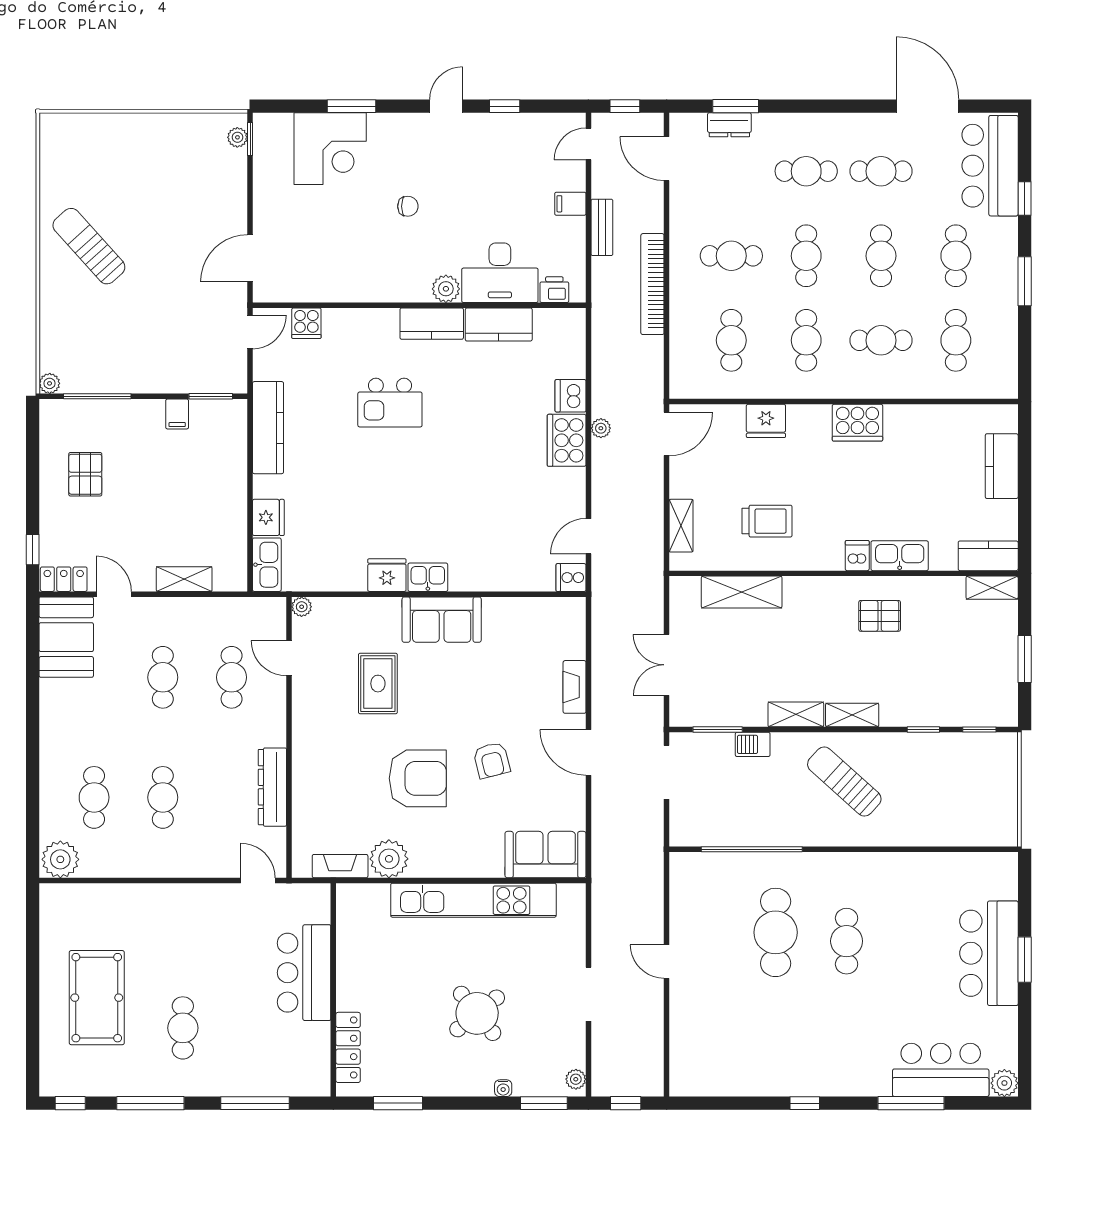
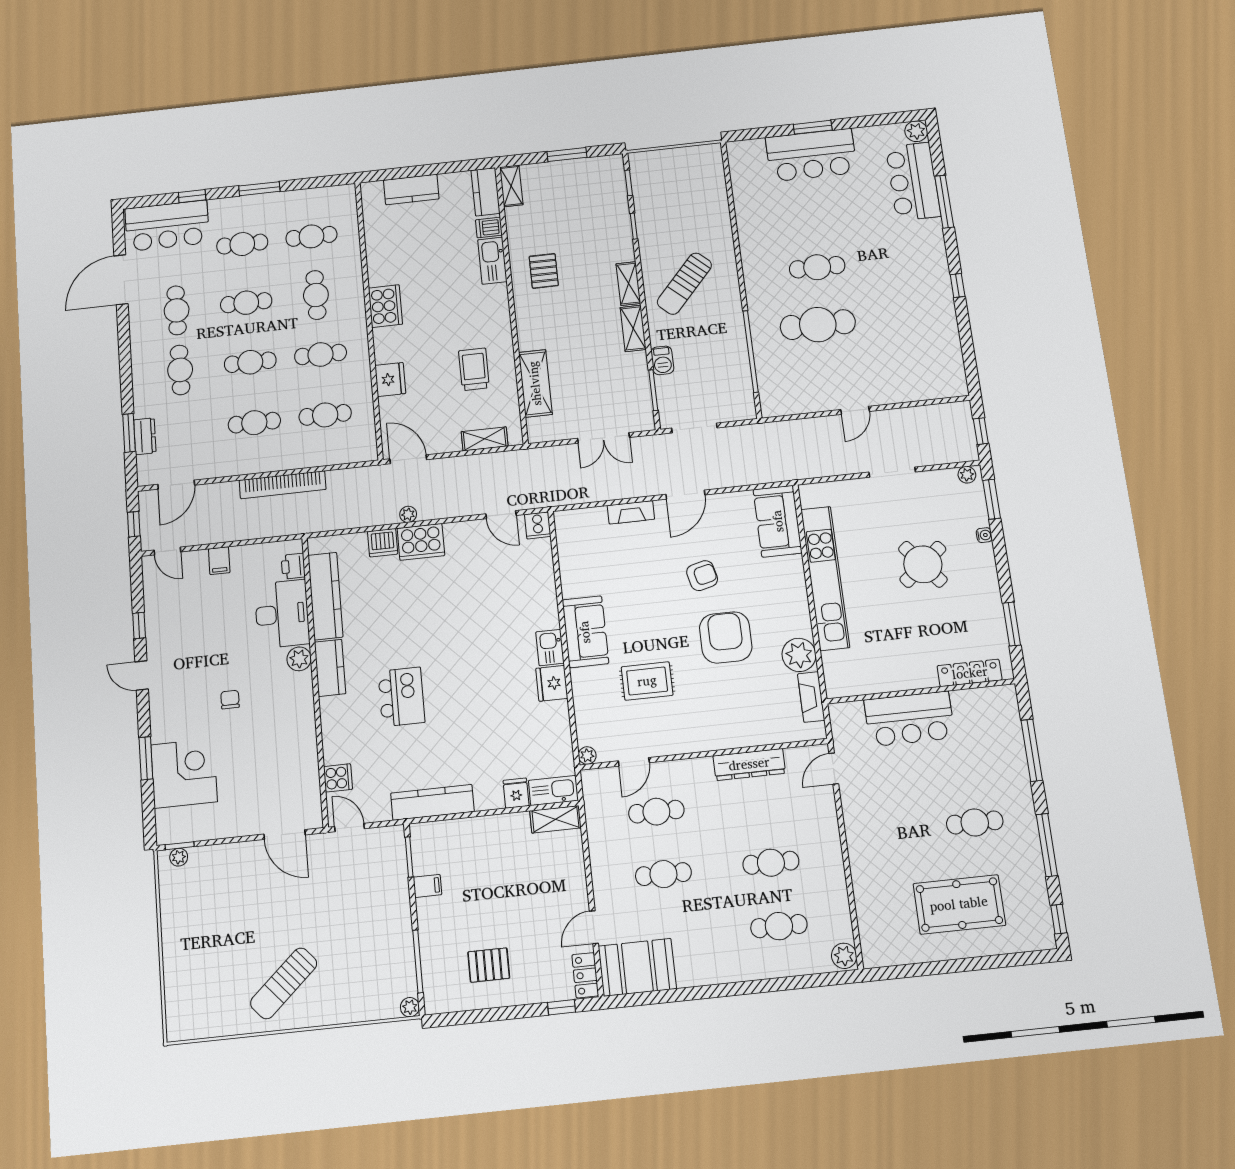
bench: (602, 227) -> (238, 532), removed
cafe table: (731, 256) -> (254, 423), turned 90
kitchen counter: (499, 324) -> (325, 596), width x1.50
fridge: (268, 517) -> (516, 793), width x0.72
dishwasher: (857, 556) -> (489, 227), moved
shelving: (184, 579) -> (555, 819), moved, turned 90
plant: (60, 859) -> (844, 956), width x0.73, depth x0.73

